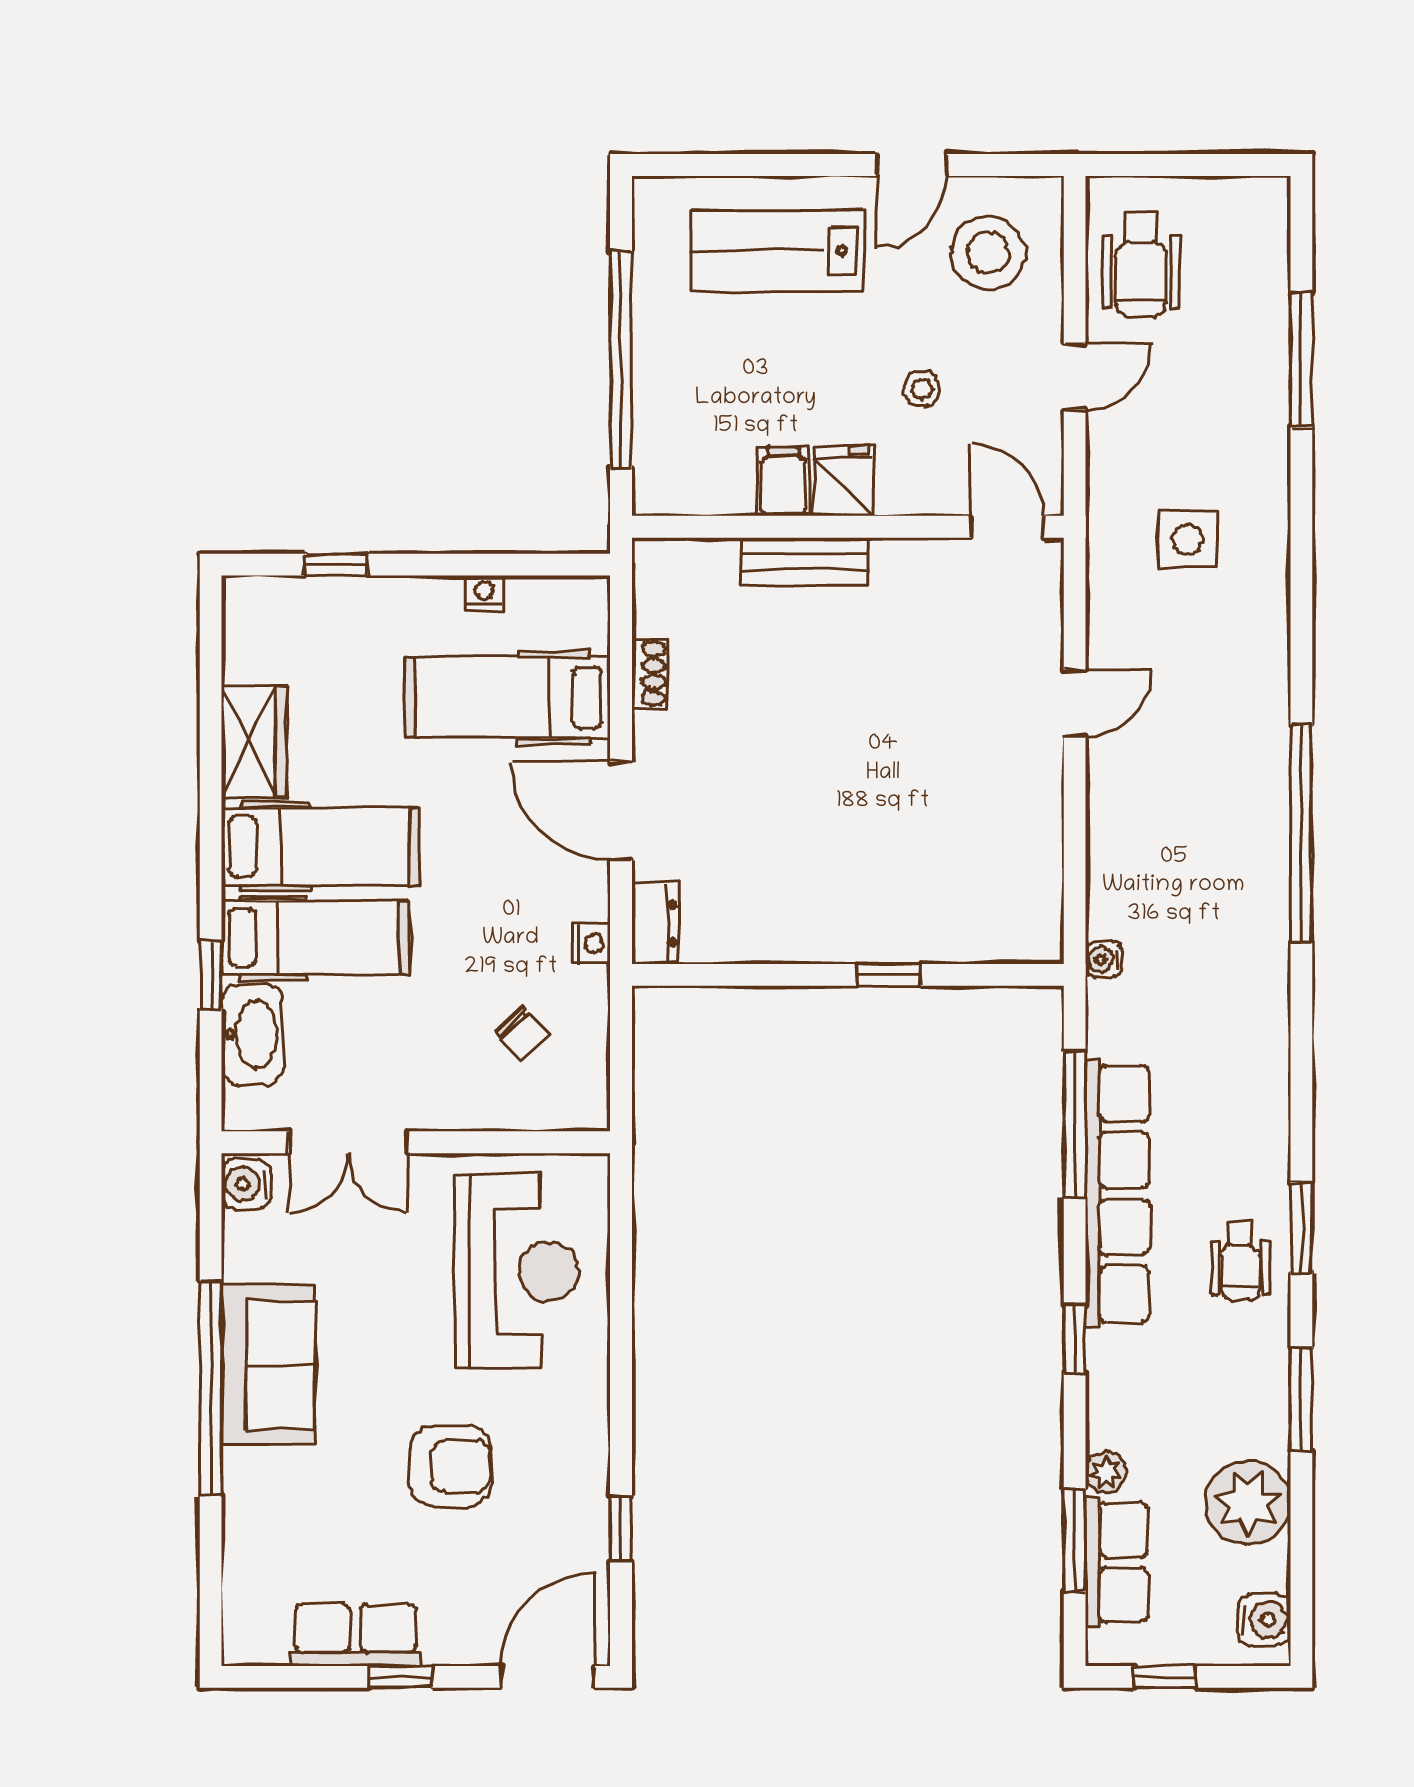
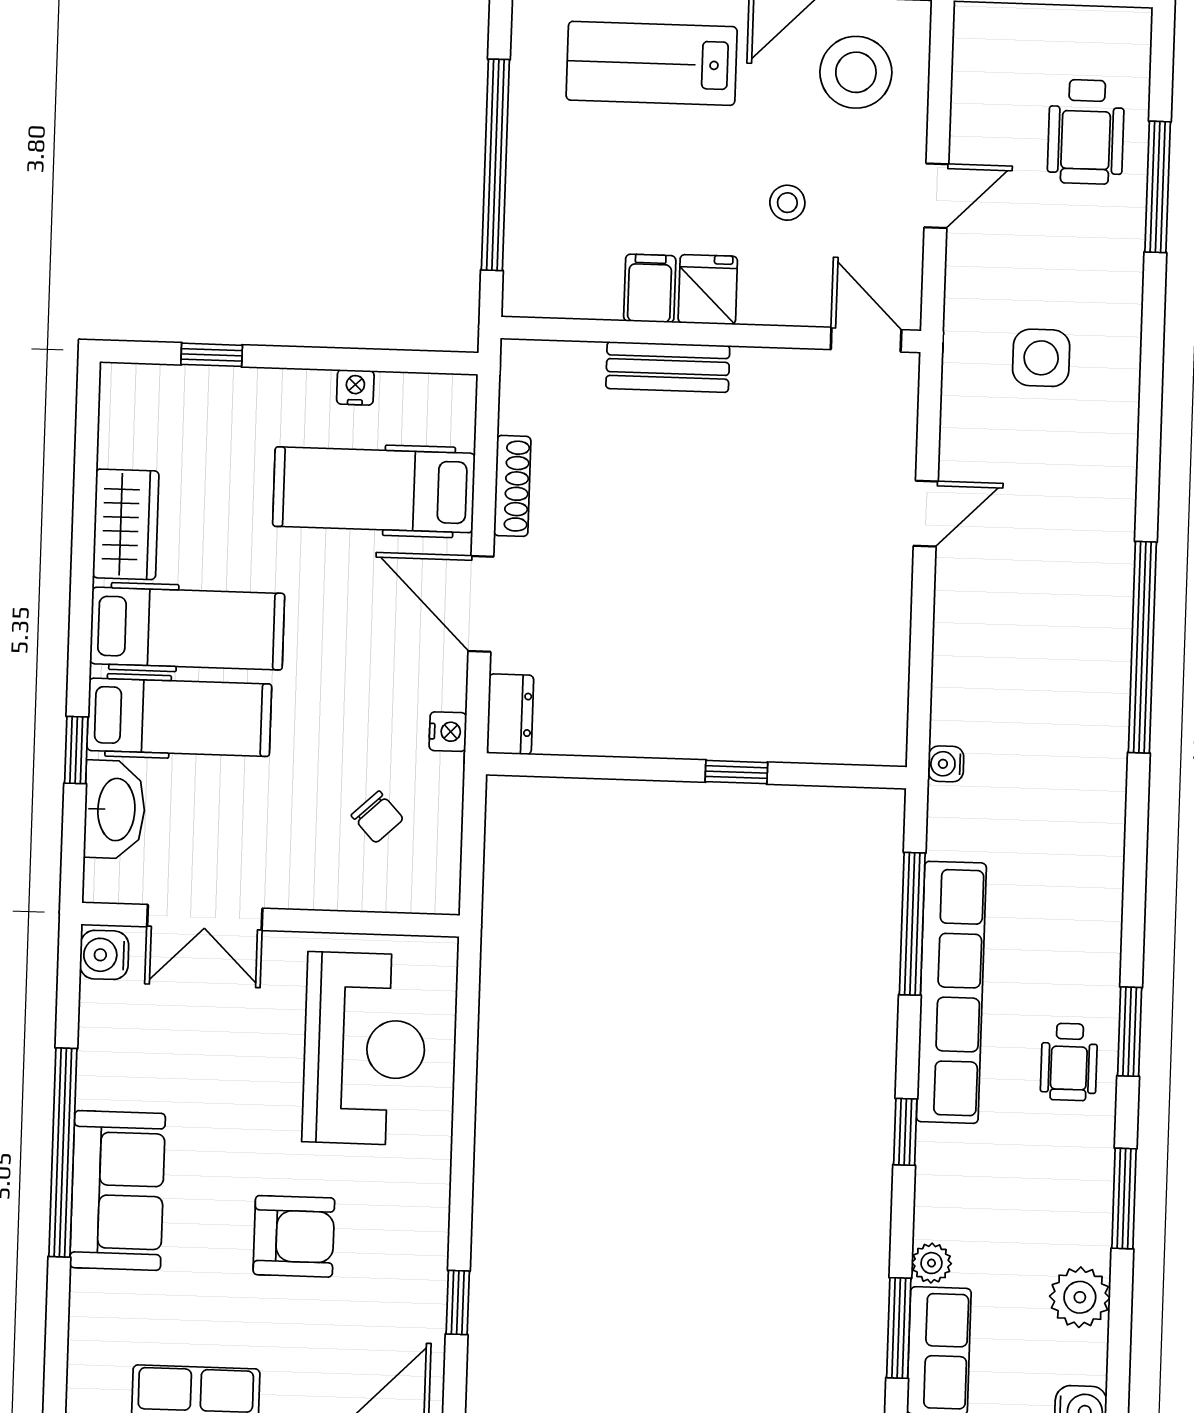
wheelchair: (1141, 264) -> (1086, 132), moved
shoe rack: (649, 673) -> (512, 486), width x1.43
sofa: (268, 1365) -> (118, 1190), moved
plant: (1248, 1502) -> (1080, 1297), width x0.73, depth x0.73

